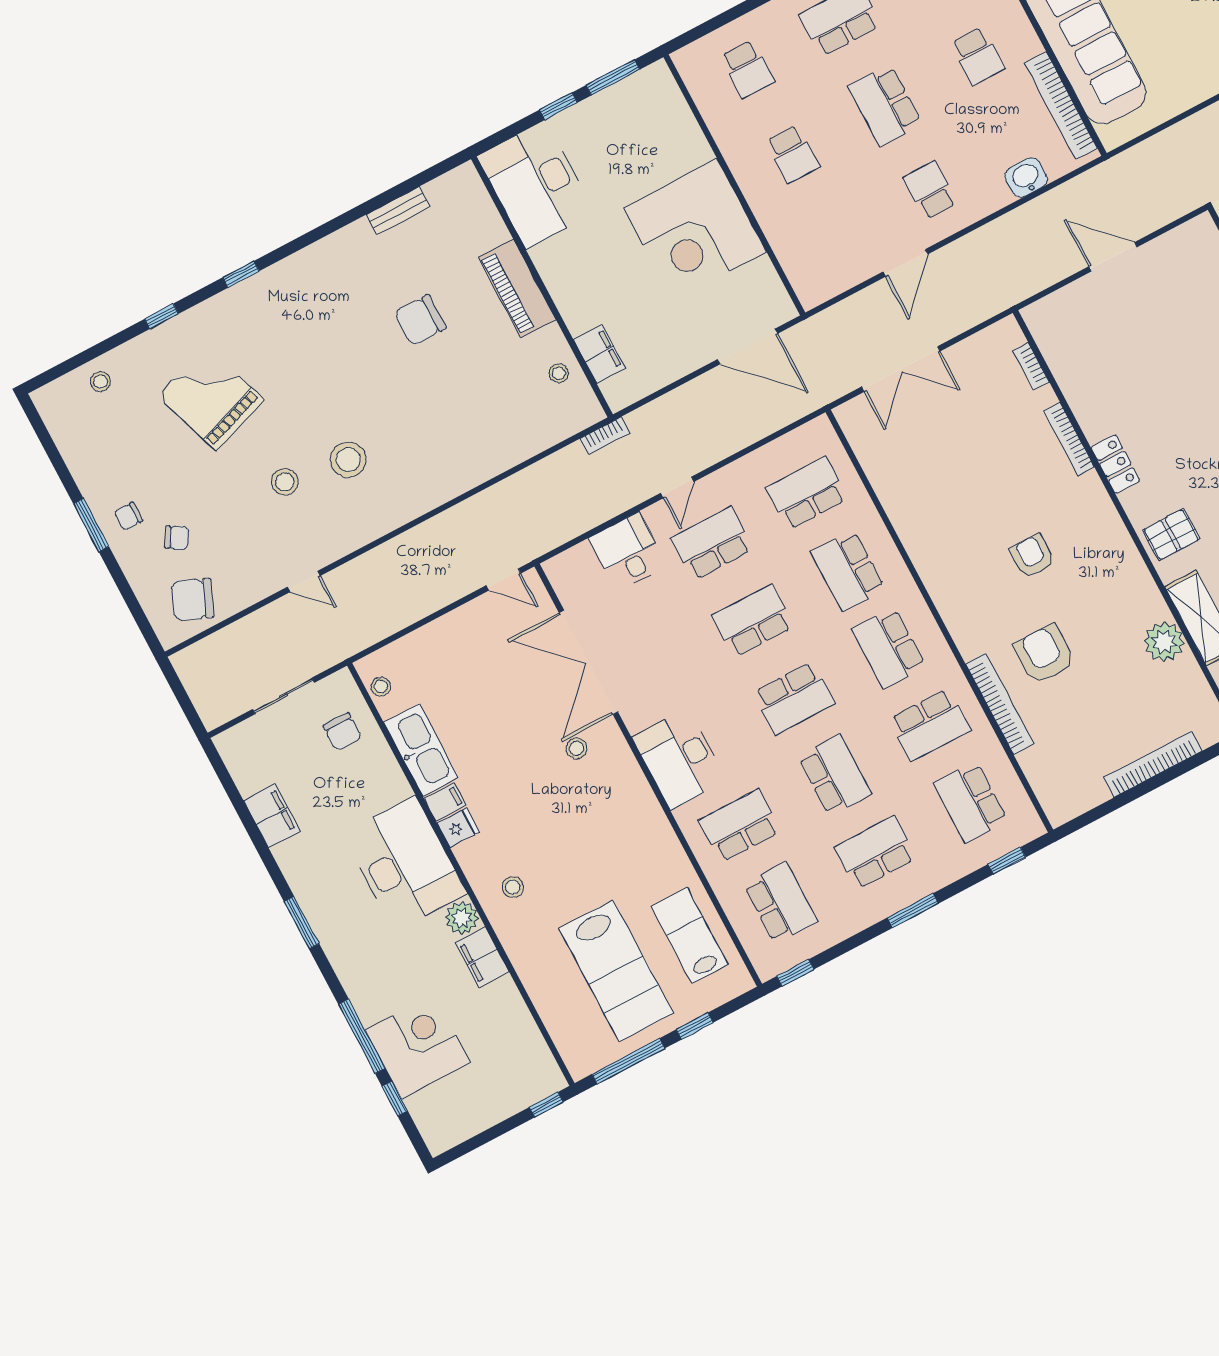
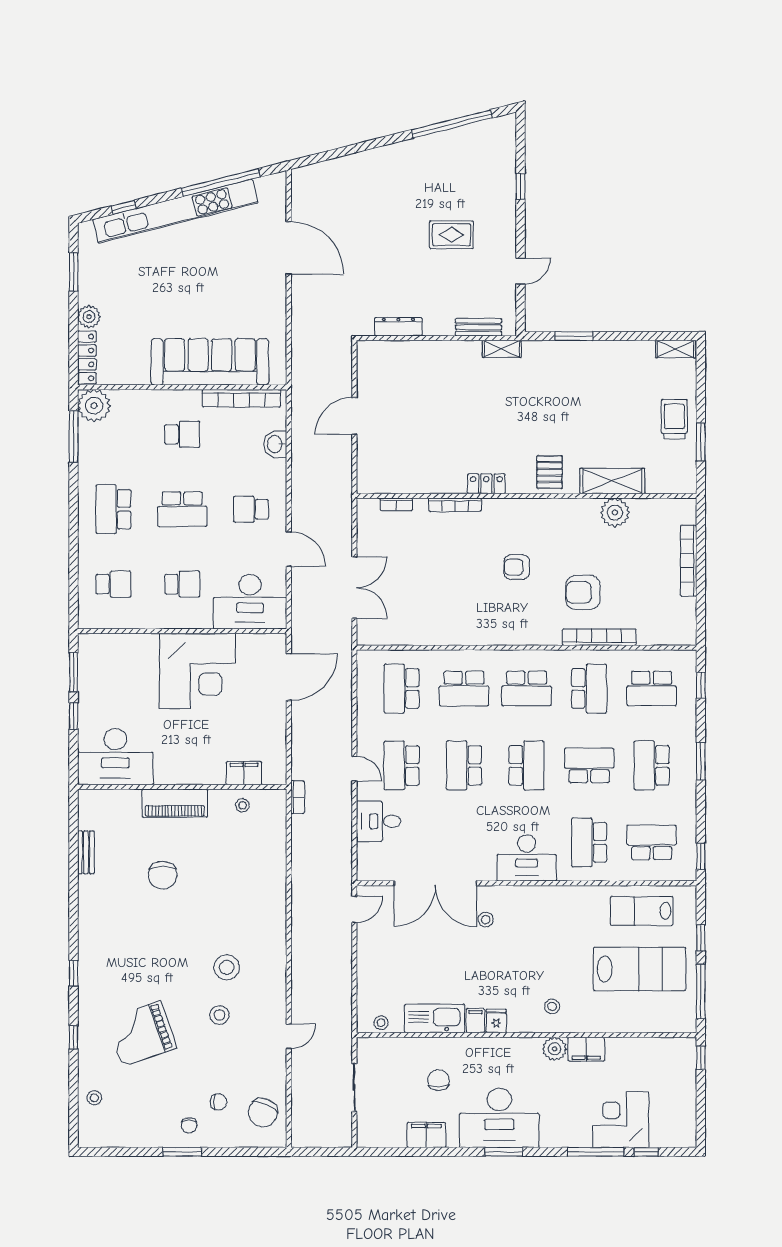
desk: (815, 249) -> (250, 602), added
chair: (177, 538) -> (219, 1102), turned 59
chair: (342, 732) -> (438, 1080), moved, turned -90
desk: (405, 864) -> (499, 1118), moved, turned 180

